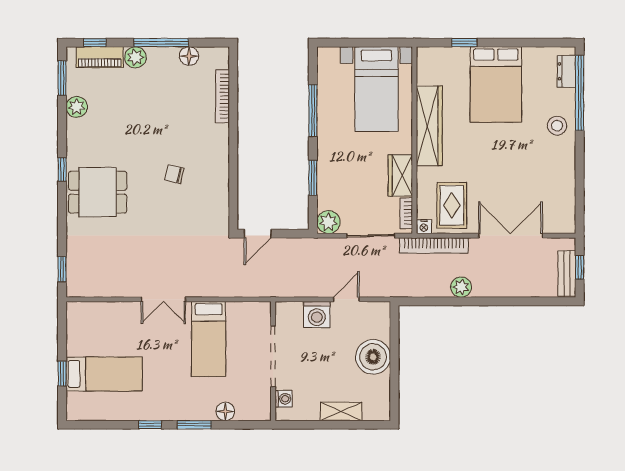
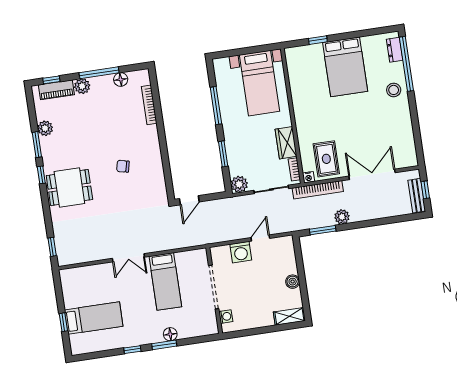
window: (62, 78) -> (37, 145), moved
wardrobe: (429, 126) -> (302, 104), removed
window: (432, 301) -> (323, 230), added
boiler: (373, 357) -> (293, 282), width x0.54, depth x0.54
shelving: (341, 411) -> (289, 316), moved
floor lamp: (225, 412) -> (170, 334), moved

